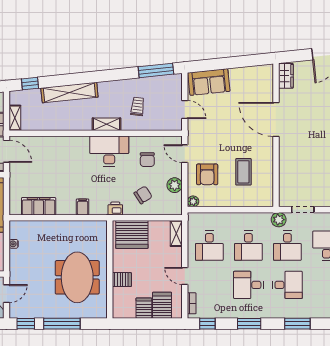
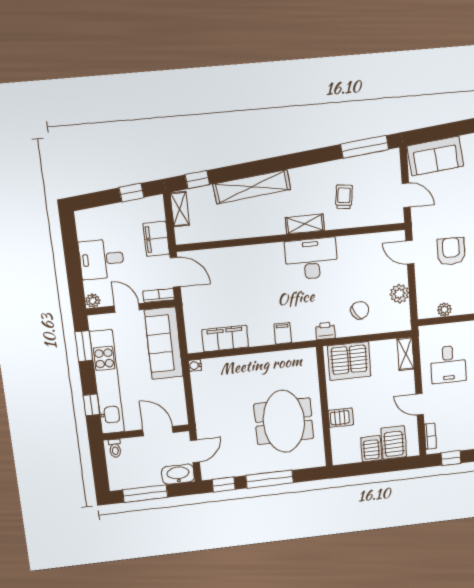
shelving: (15, 118) -> (180, 209), moved
chair: (147, 160) -> (362, 265), removed
armchair: (207, 174) -> (451, 251), moved, turned 180
plant: (193, 201) -> (444, 310), moved
water cooler: (14, 244) -> (195, 365), moved

